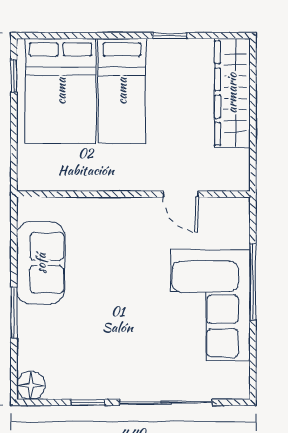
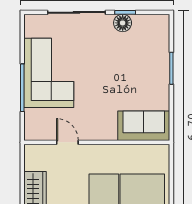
sofa: (41, 263) -> (144, 126), moved, turned 90
floor lamp: (31, 385) -> (123, 23), moved

